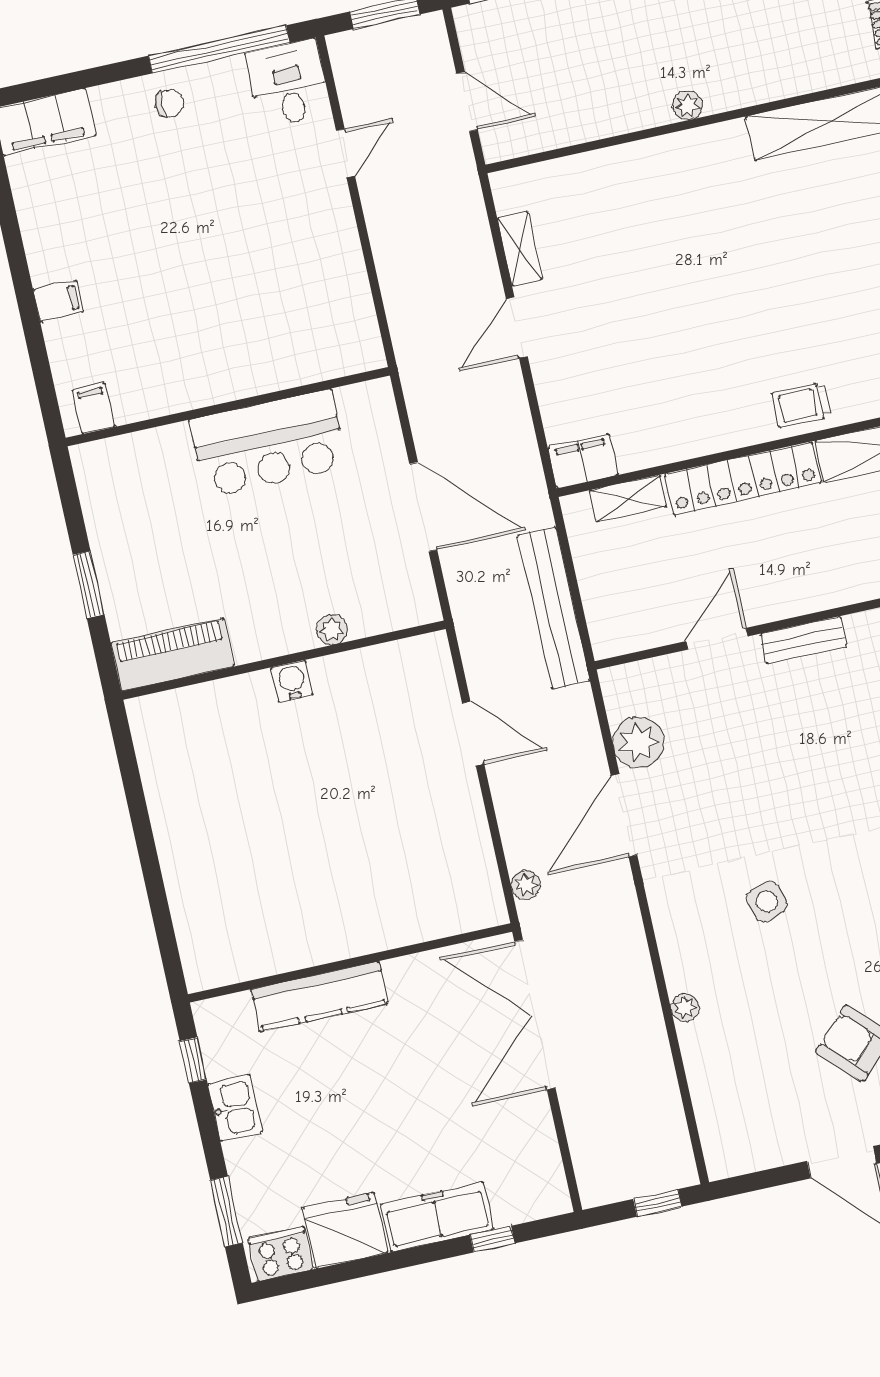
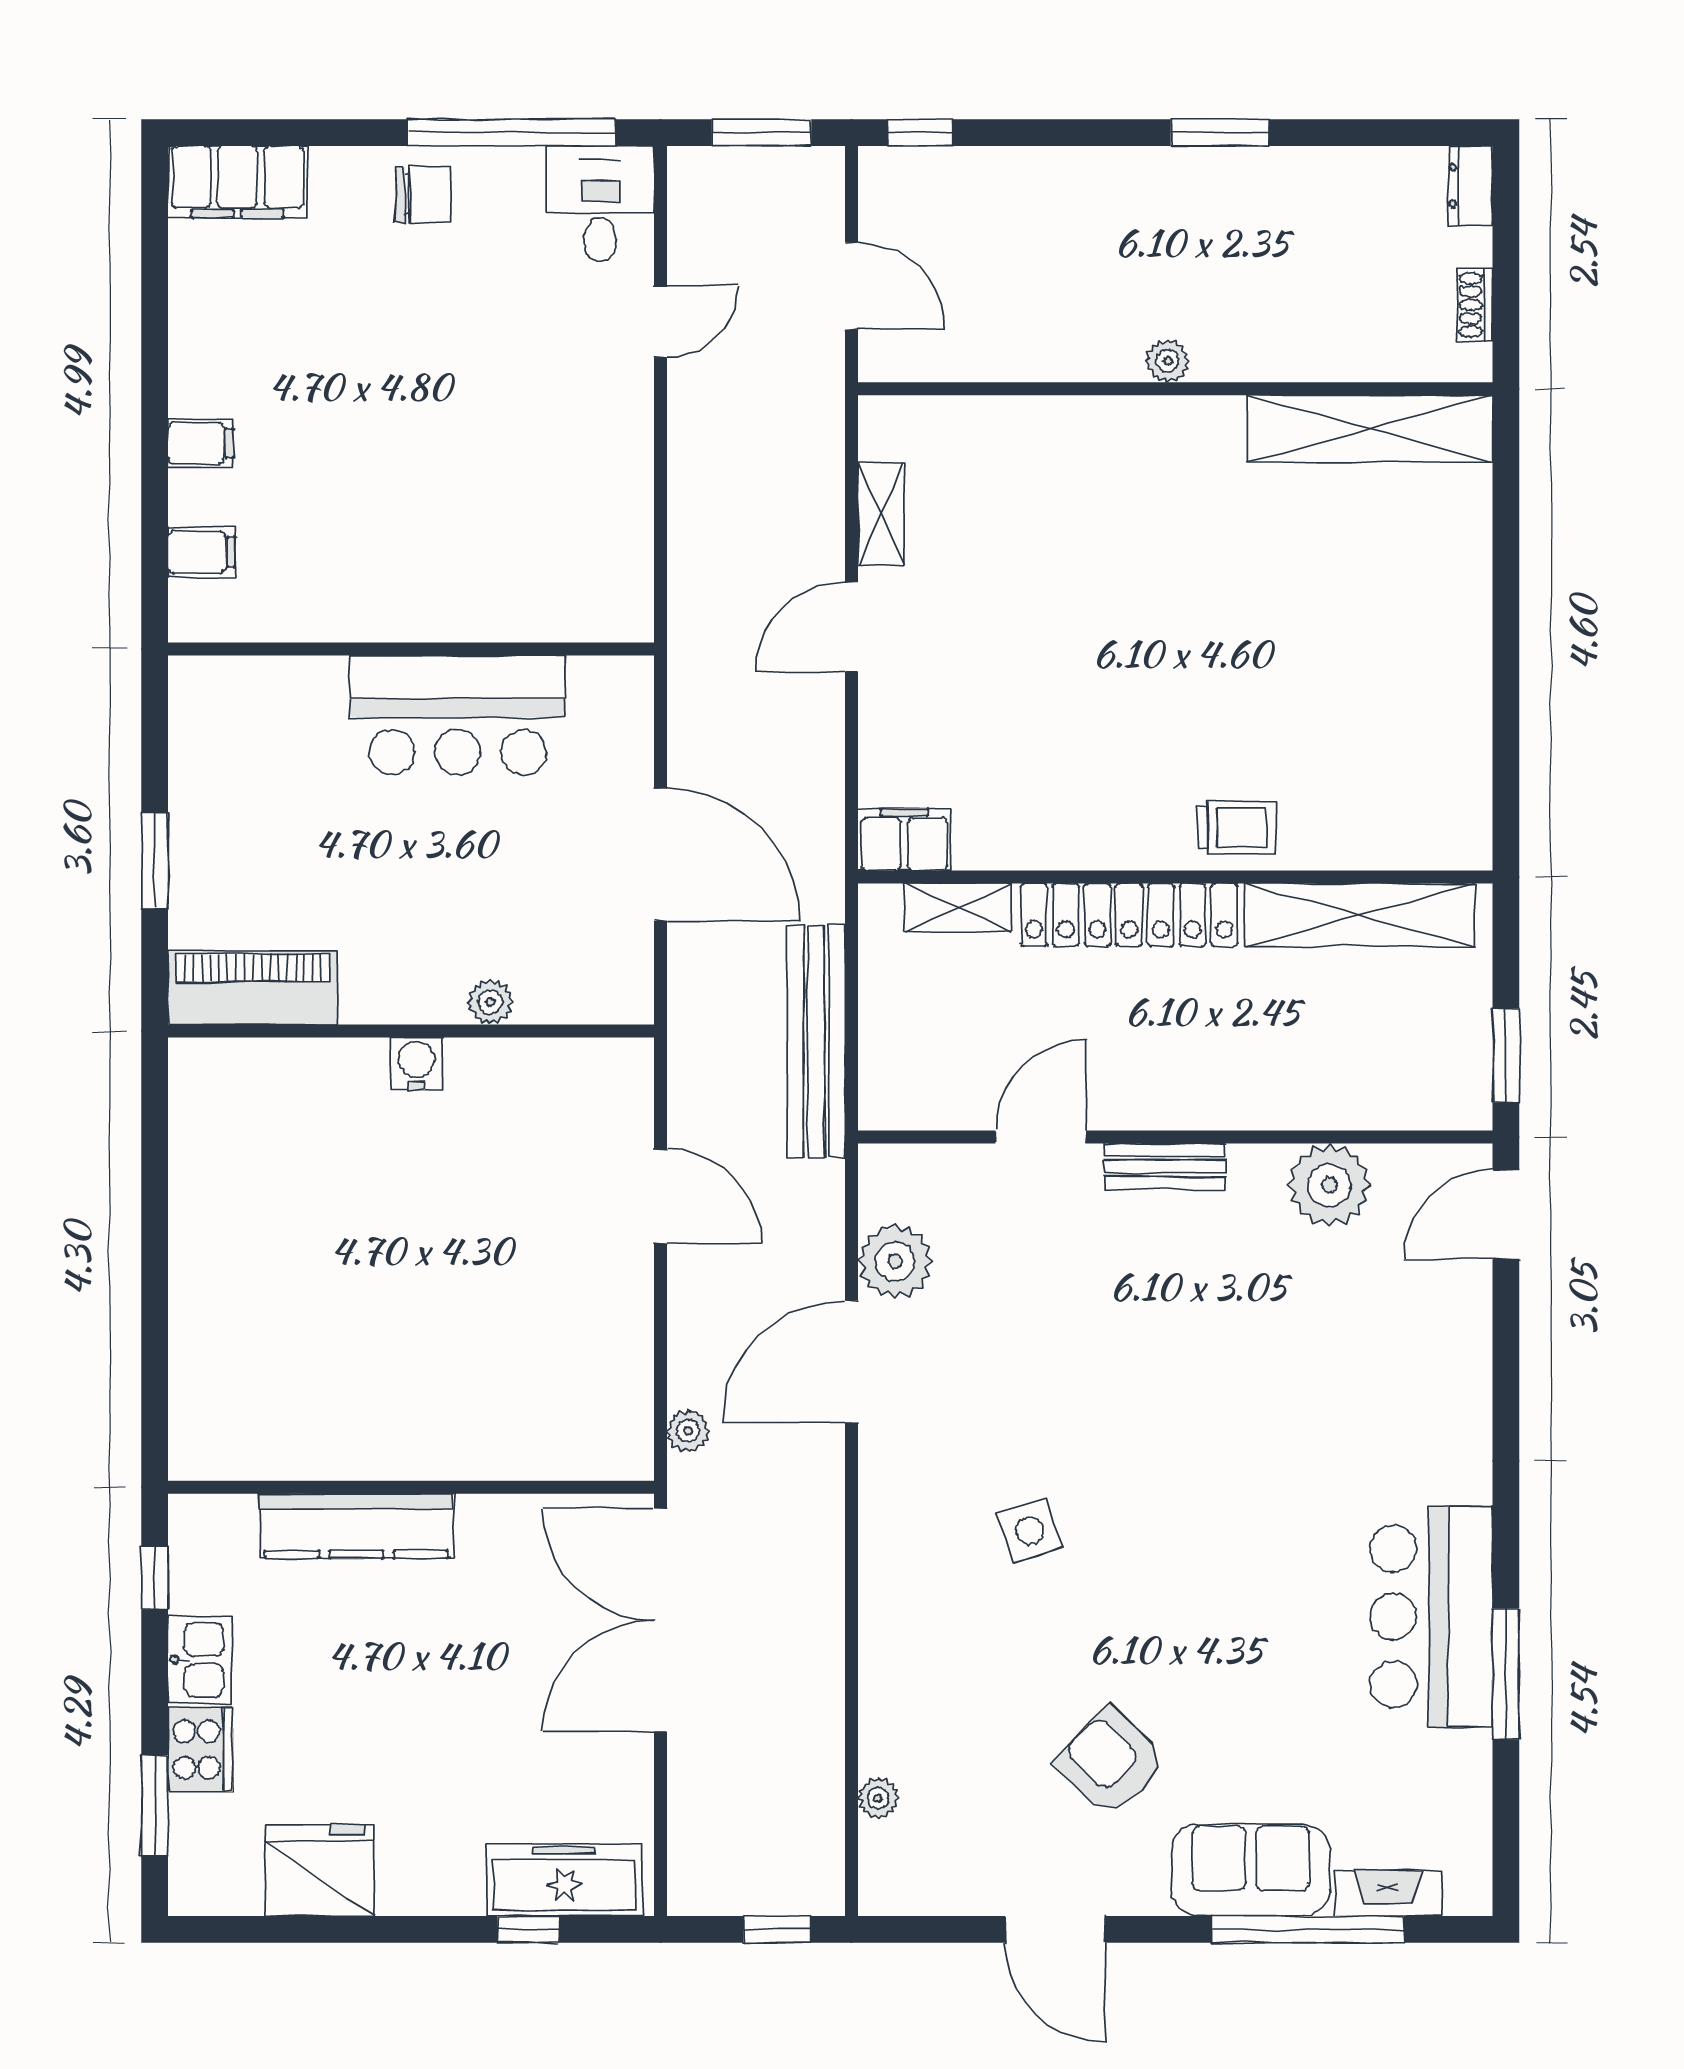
chair: (170, 103) -> (423, 194), width x1.37, depth x1.37
trolley: (801, 405) -> (1236, 828), turned 180
filing cabinet: (93, 408) -> (201, 552), moved, turned 90
plant: (685, 1008) -> (878, 1798), moved
freezer: (437, 1217) -> (564, 1880), moved
cooker: (281, 1254) -> (200, 1750), moved, turned 90

